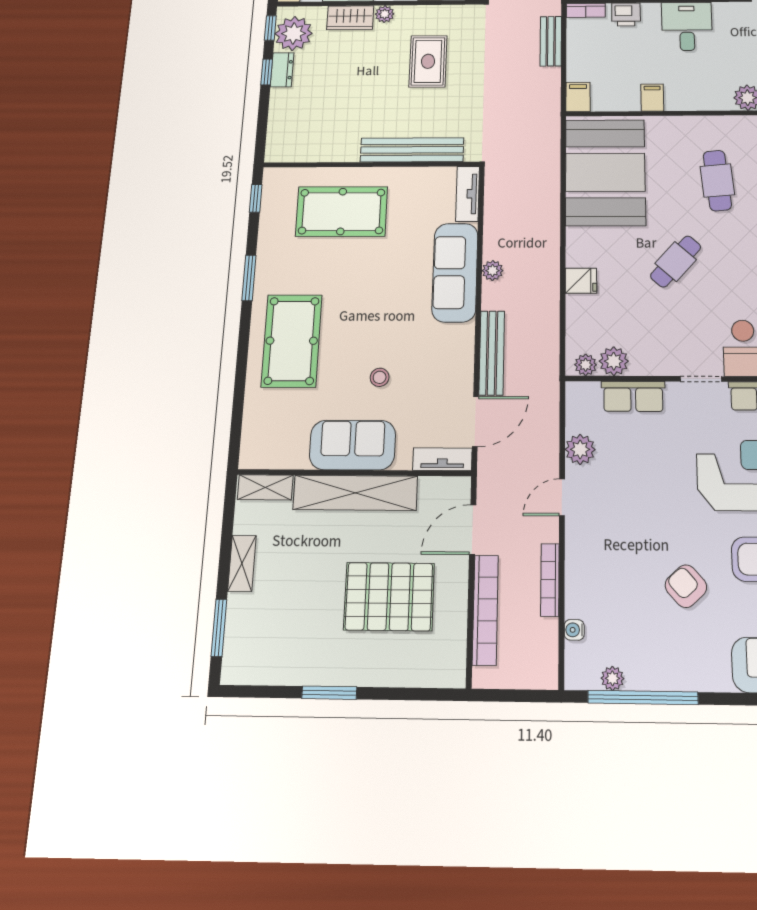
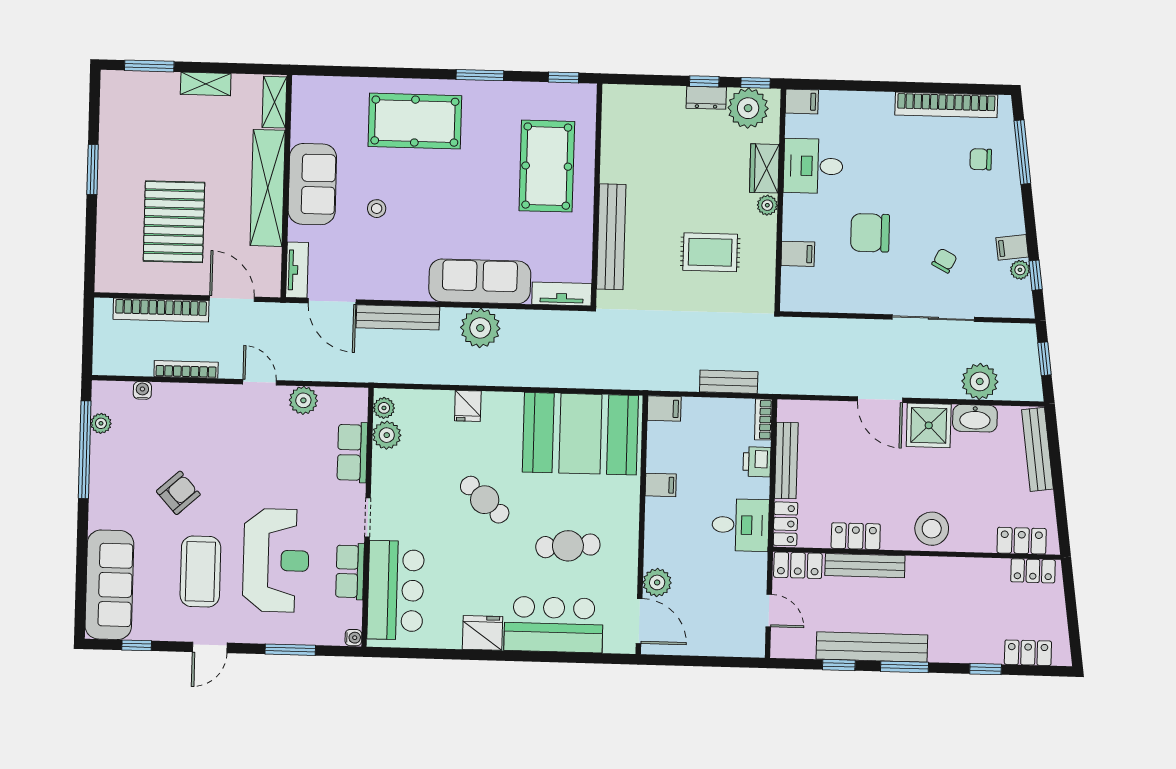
plant: (493, 271) -> (480, 328), width x1.88, depth x1.88

